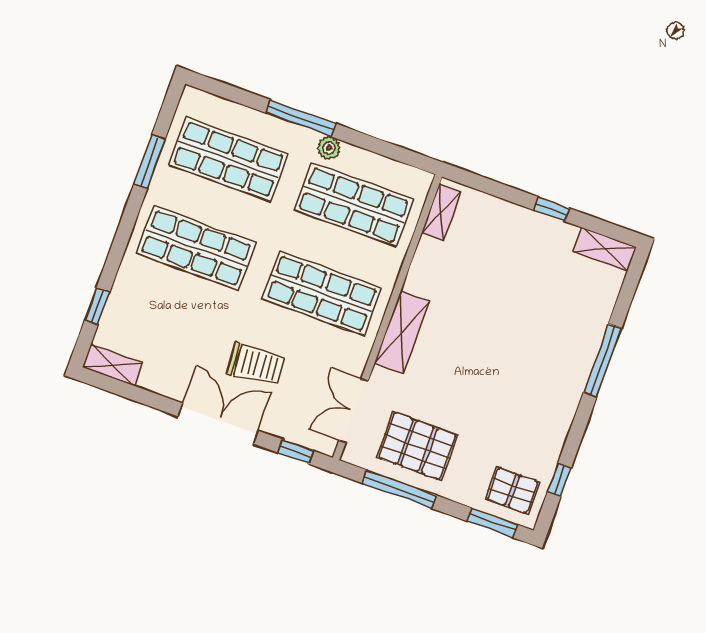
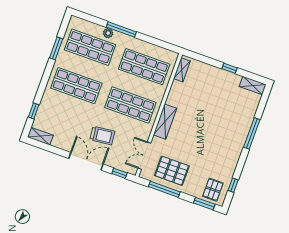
plant: (329, 148) -> (108, 33), moved
pallet: (512, 490) -> (213, 190), turned 90

